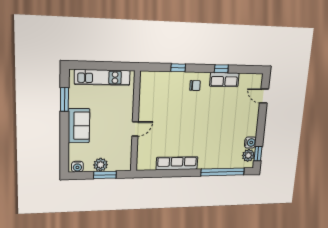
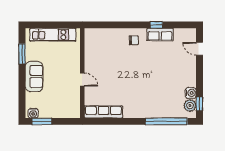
window: (178, 68) -> (117, 25), removed
door: (135, 129) -> (82, 80), hinge flipped
row of seats: (177, 163) -> (103, 112), moved
plant: (101, 165) -> (53, 112), removed
window: (105, 175) -> (42, 121), moved

